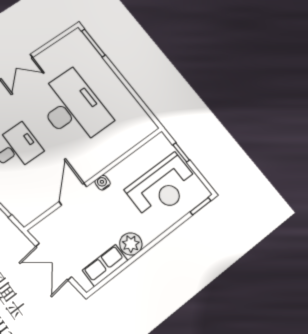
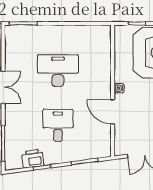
desk: (73, 108) -> (58, 71), width x0.73, depth x0.77

